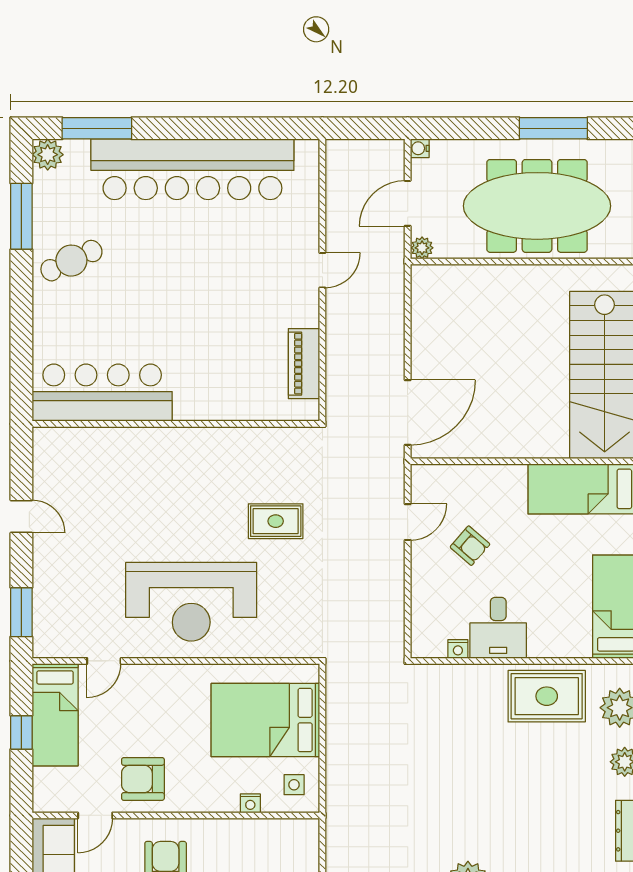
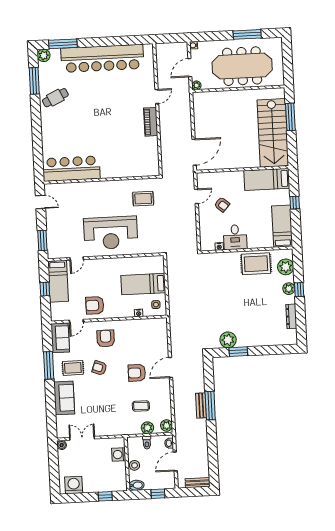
piano: (304, 364) -> (151, 122), moved
bar counter: (102, 393) -> (71, 169), moved
wall: (176, 424) -> (102, 180), moved
bed: (265, 720) -> (143, 284), width x0.67

